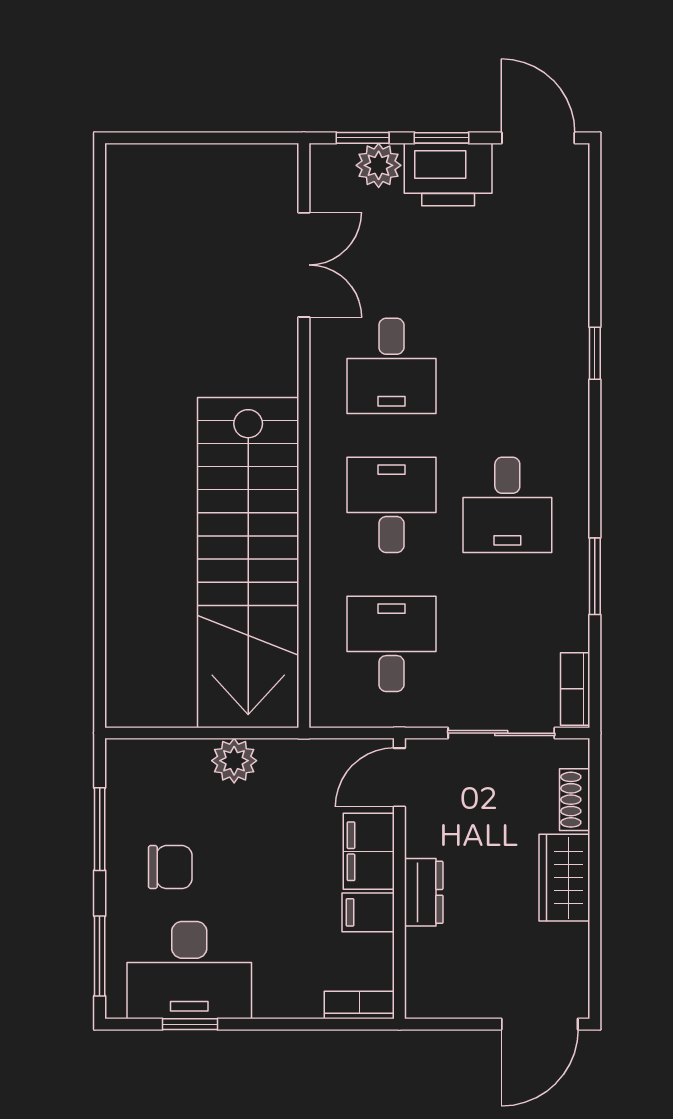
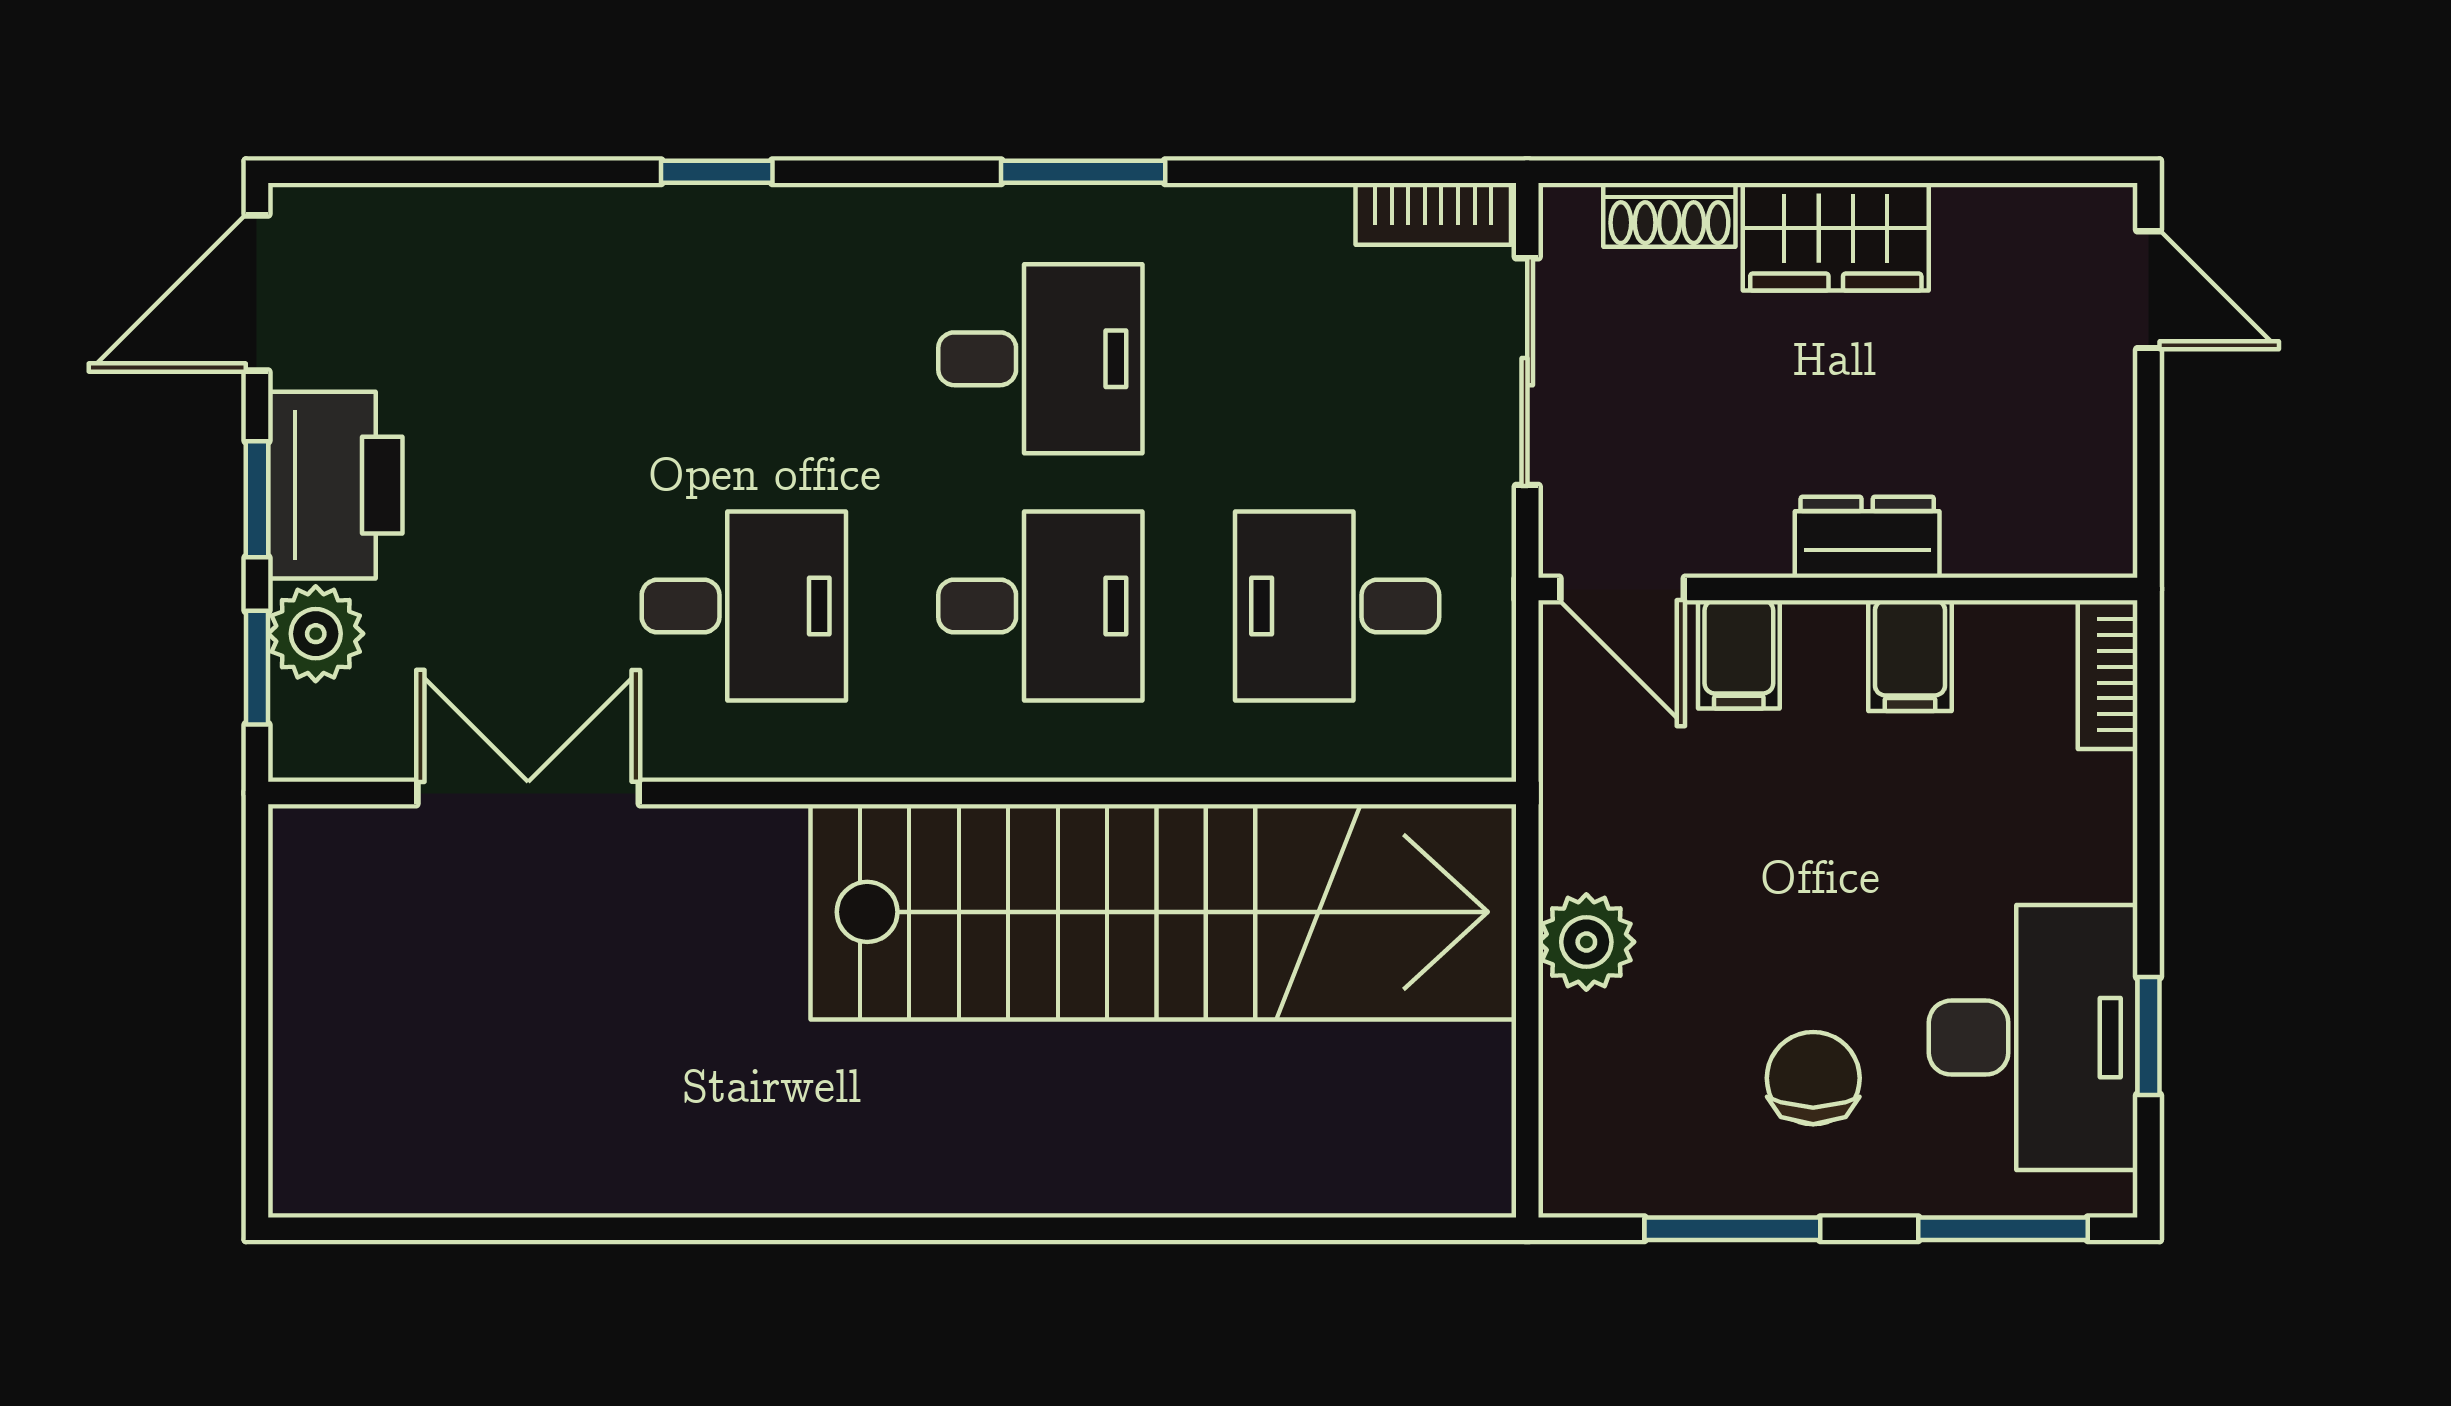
desk: (391, 505) -> (1040, 606), turned 180
window: (595, 576) -> (1083, 172), moved
filing cabinet: (369, 851) -> (1739, 654), width x0.50
door: (540, 1024) -> (2148, 290), width x0.73

